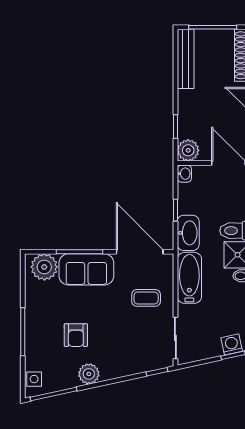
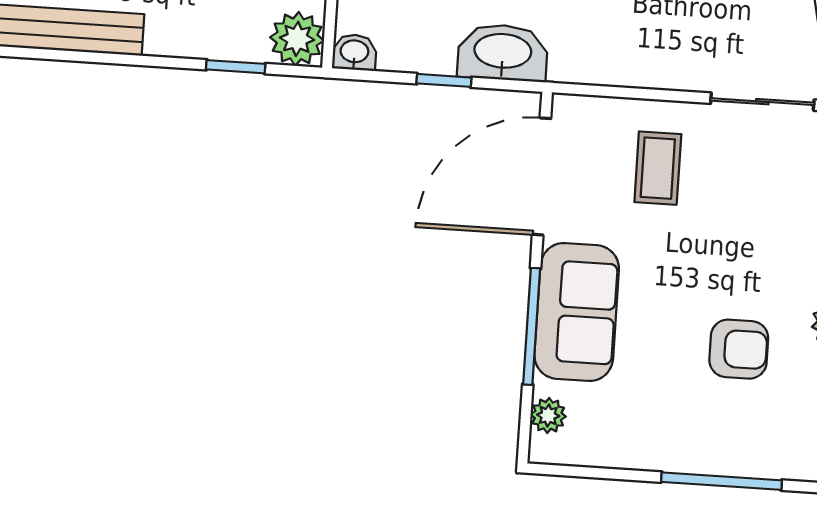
plant: (44, 267) -> (548, 415), width x0.53, depth x0.53
bathtub: (189, 278) -> (615, 57), removed

